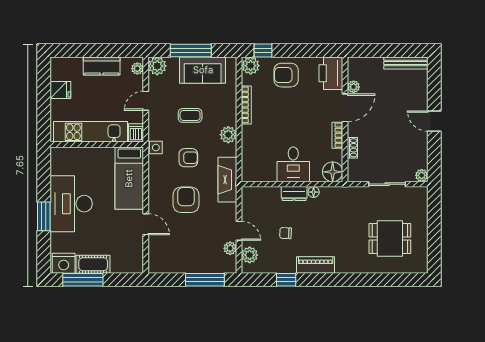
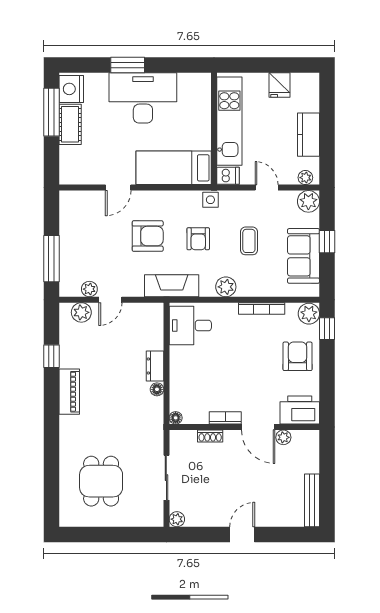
window: (191, 51) -> (327, 242), width x0.46
desk: (293, 164) -> (190, 326), moved
floor lamp: (333, 172) -> (176, 418), width x0.53, depth x0.53
chair: (286, 233) -> (108, 356), removed

